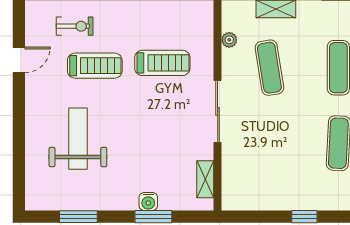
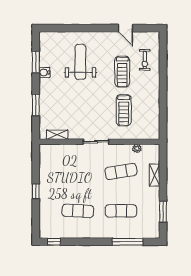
sliding door: (218, 111) -> (96, 142), width x0.73
weight bench: (78, 139) -> (80, 62), turned -90
water cooler: (148, 201) -> (44, 72), moved

